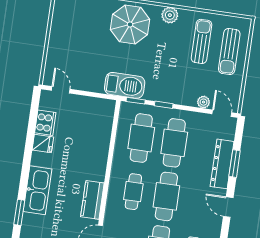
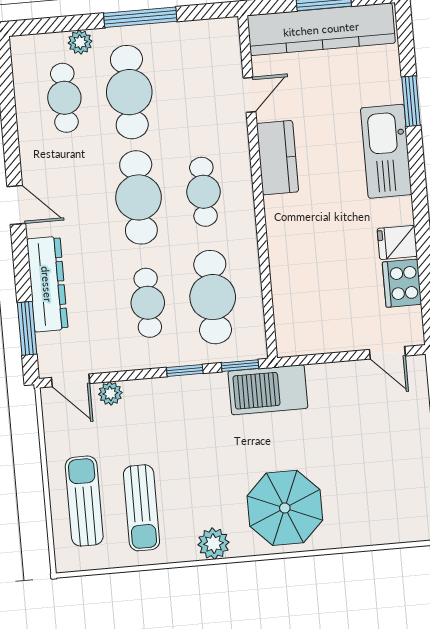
cafe table: (174, 143) -> (148, 303), width x0.73, depth x0.74
window: (235, 164) -> (27, 328), moved

